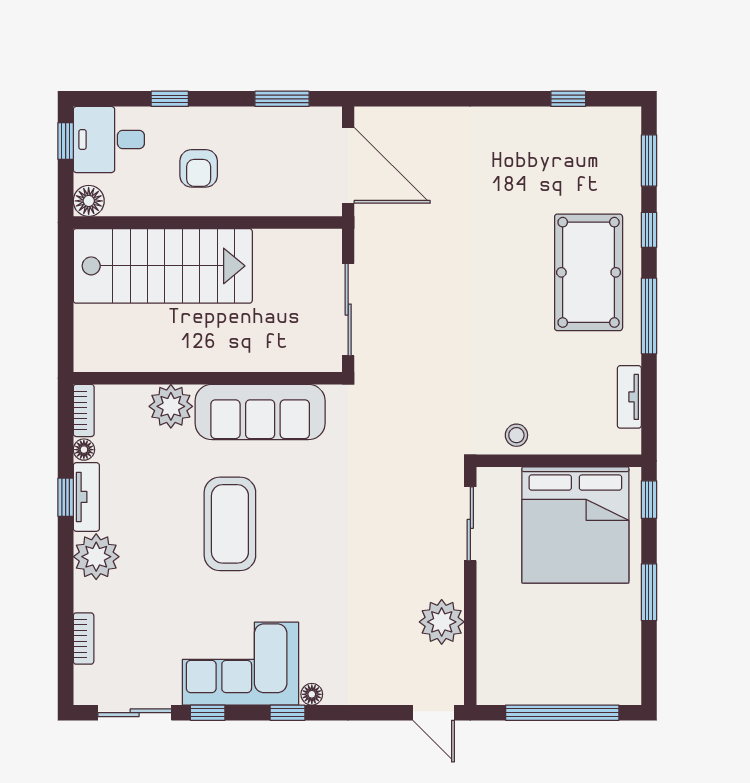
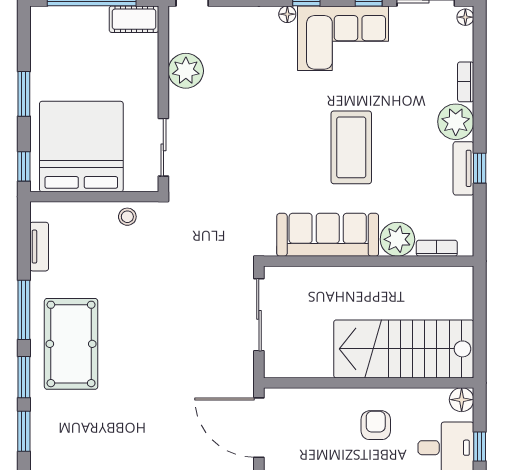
window: (649, 230) -> (24, 377), width x1.50
bookcase: (84, 410) -> (437, 248), moved, turned 90
floor lamp: (84, 450) -> (465, 17), moved
bookcase: (84, 639) -> (466, 82), moved
cot: (508, 688) -> (134, 19), added

